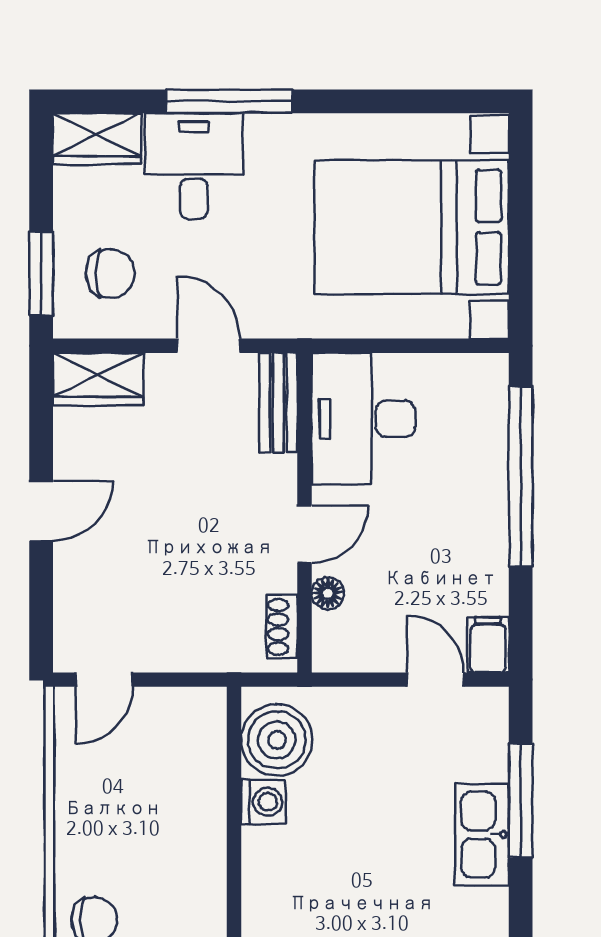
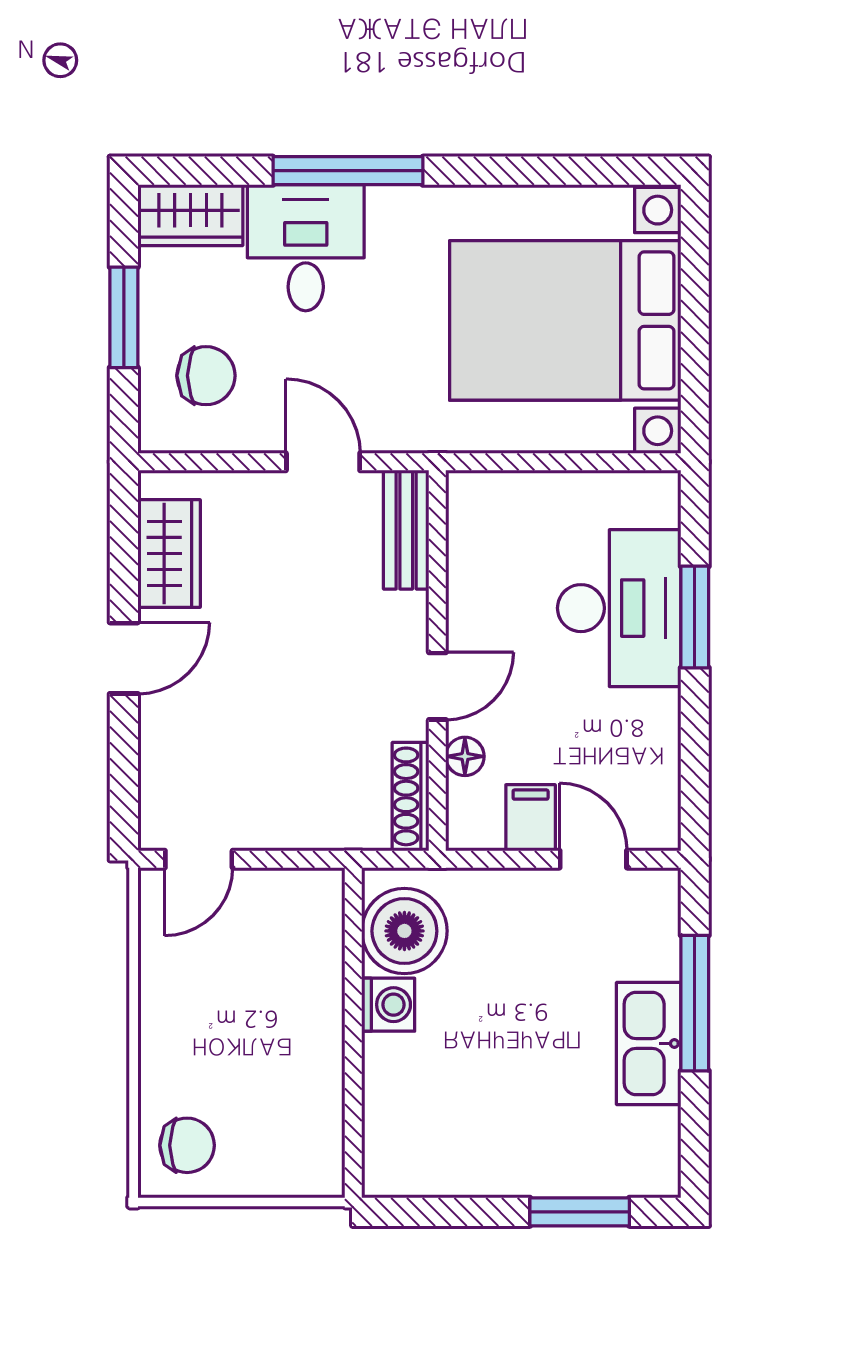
window: (41, 273) -> (124, 317), moved
wardrobe: (98, 379) -> (169, 553), moved, turned -90
desk: (363, 419) -> (619, 608), moved, turned 180
window: (521, 476) -> (695, 617), width x0.47
shoe rack: (282, 627) -> (411, 796), width x1.43
filing cabinet: (488, 645) -> (531, 818), moved

